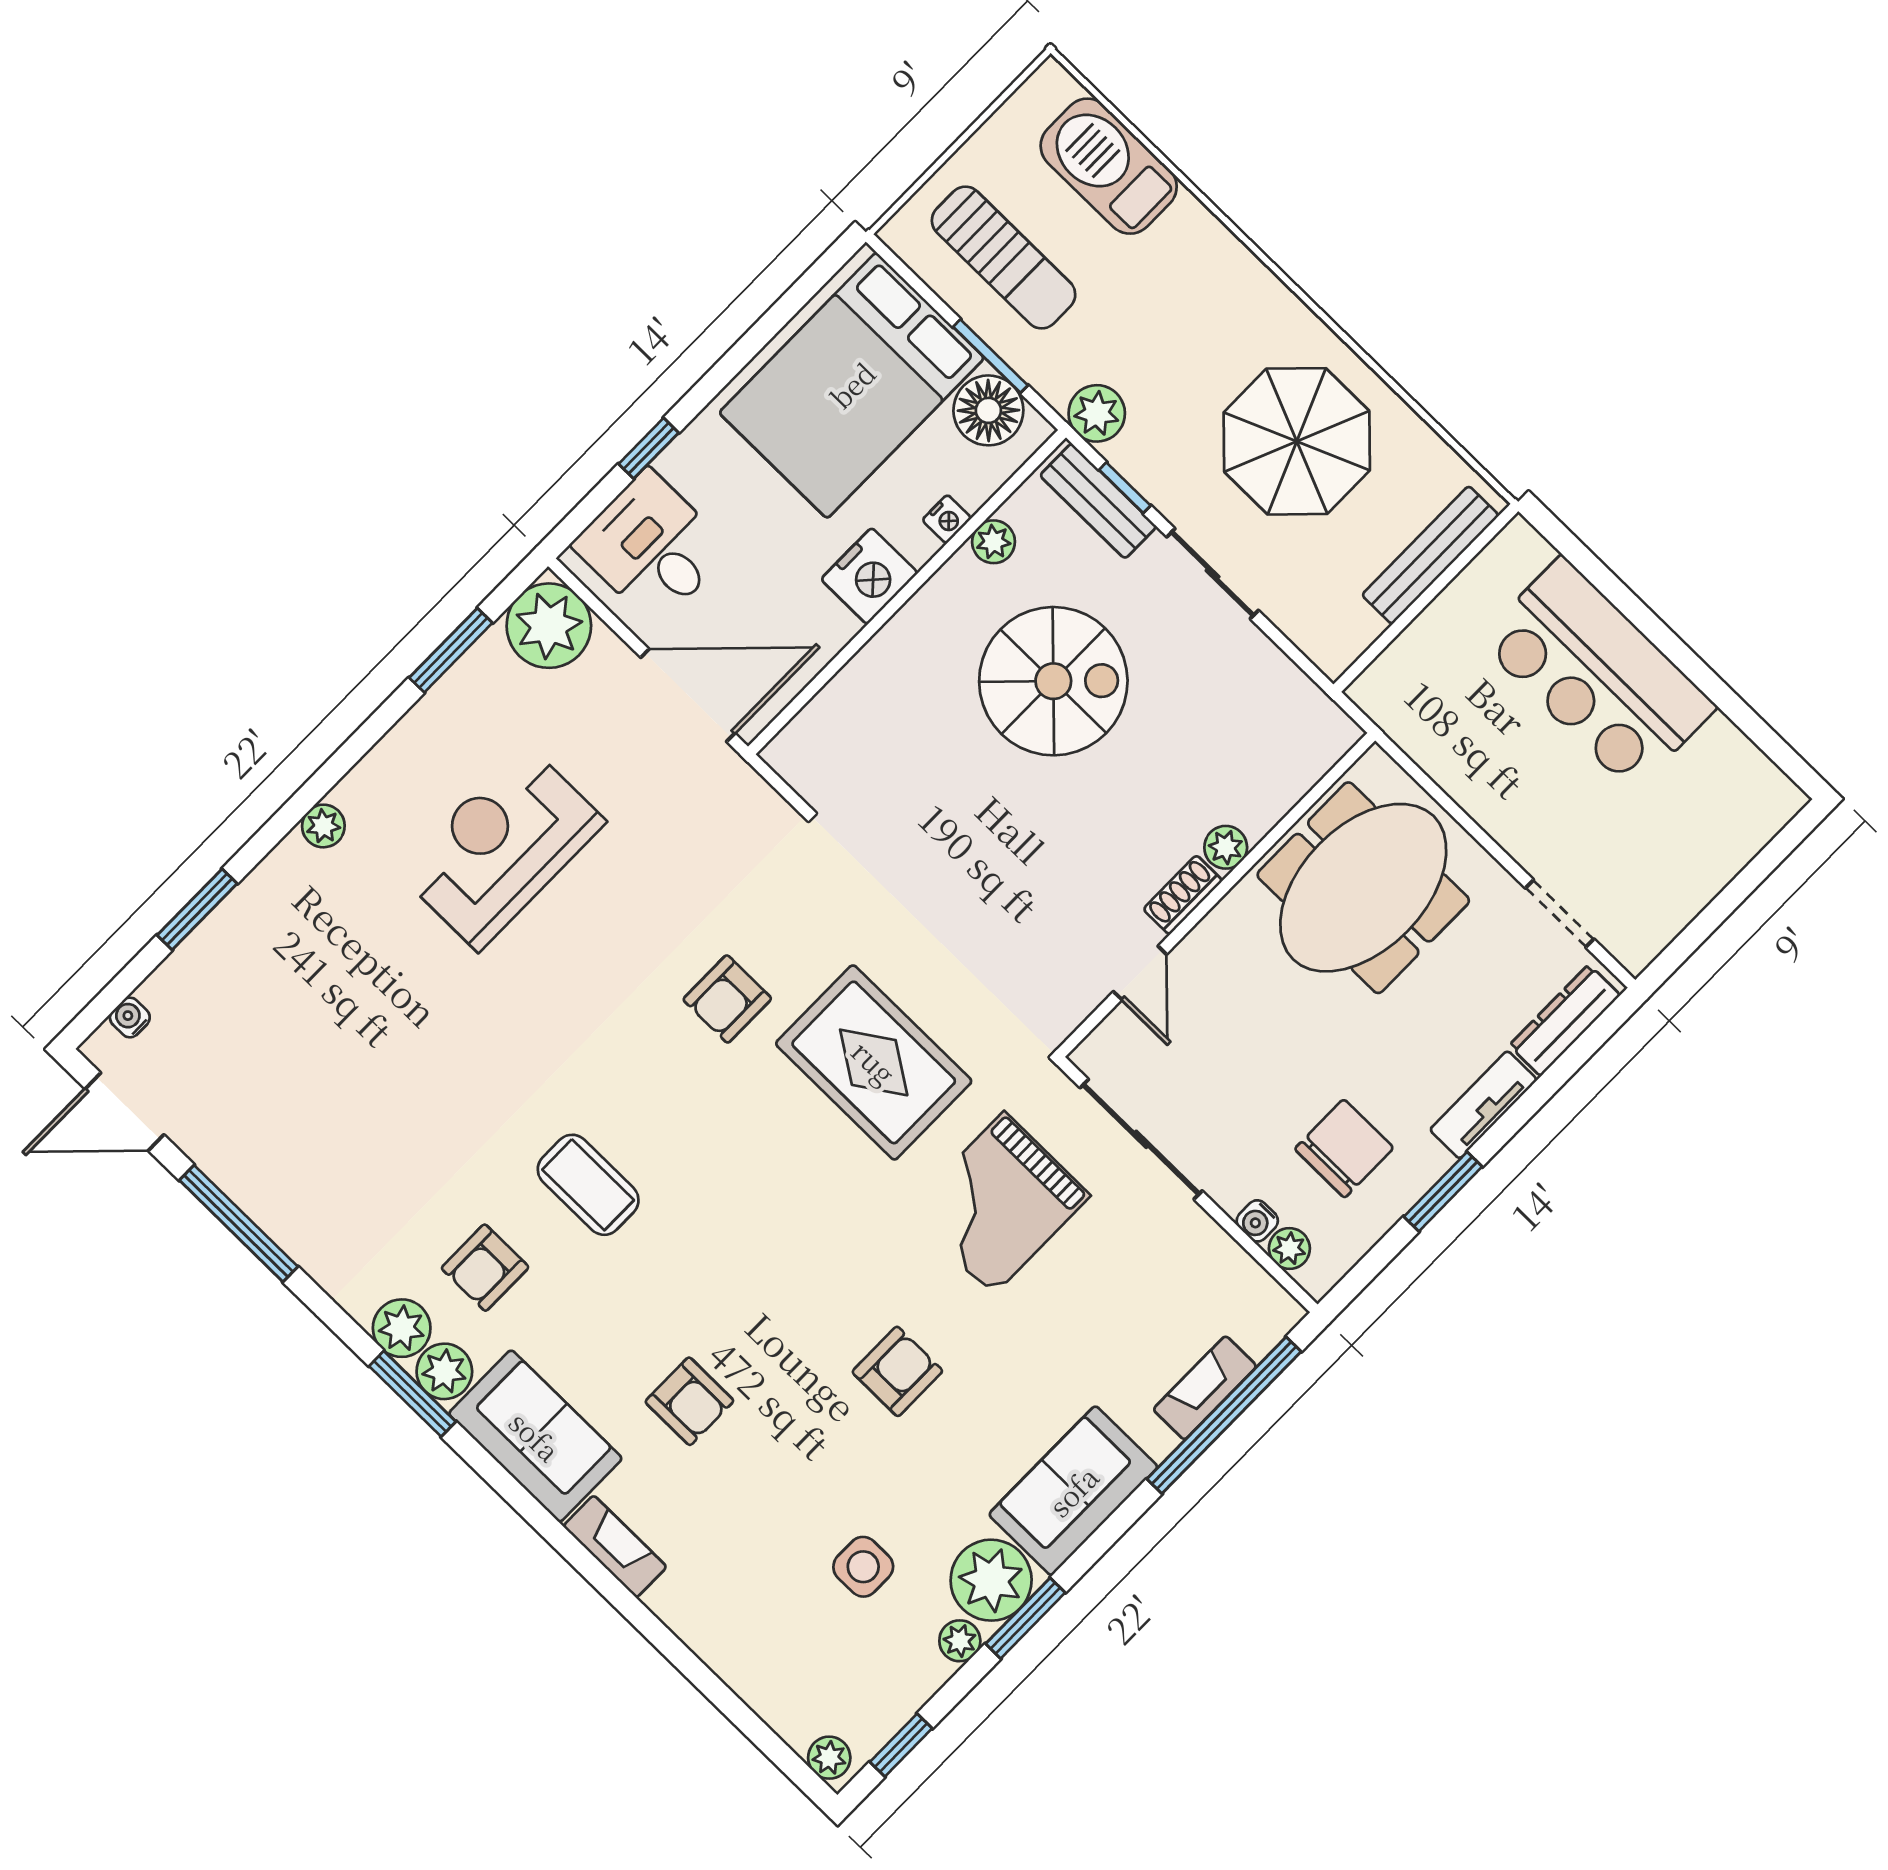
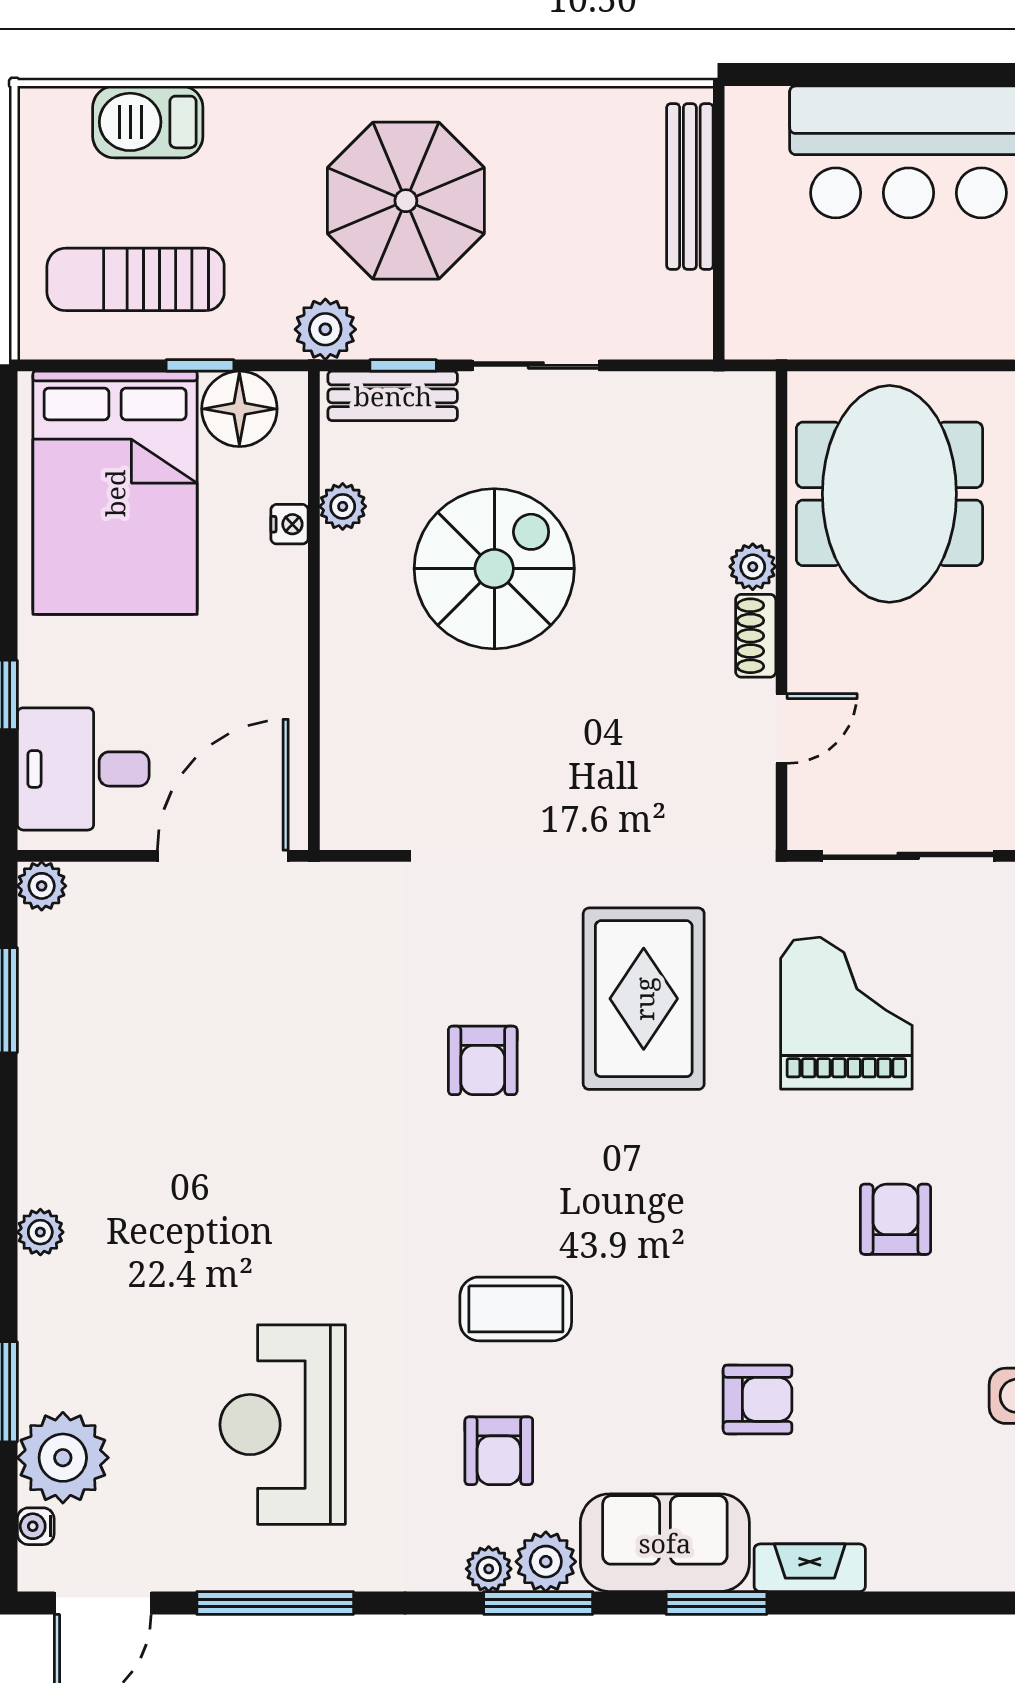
barbecue: (1109, 166) -> (148, 122), width x0.73, depth x0.83
sun lounger: (1004, 258) -> (136, 279), turned 180
window: (990, 356) -> (200, 365), width x0.67
parasol: (1297, 441) -> (406, 201), moved
nightstand: (869, 576) -> (273, 627), removed
plant: (549, 626) -> (42, 886), width x0.53, depth x0.53
reception desk: (502, 847) -> (283, 1425), moved
door: (1140, 973) -> (781, 728), hinge flipped
plant: (192, 990) -> (63, 1458), added
rug: (874, 1062) -> (644, 999), turned 90
grand piano: (998, 1203) -> (846, 1013), turned 180
plant: (402, 1328) -> (489, 1569), width x0.73, depth x0.73
window: (530, 1509) -> (716, 1603), added

